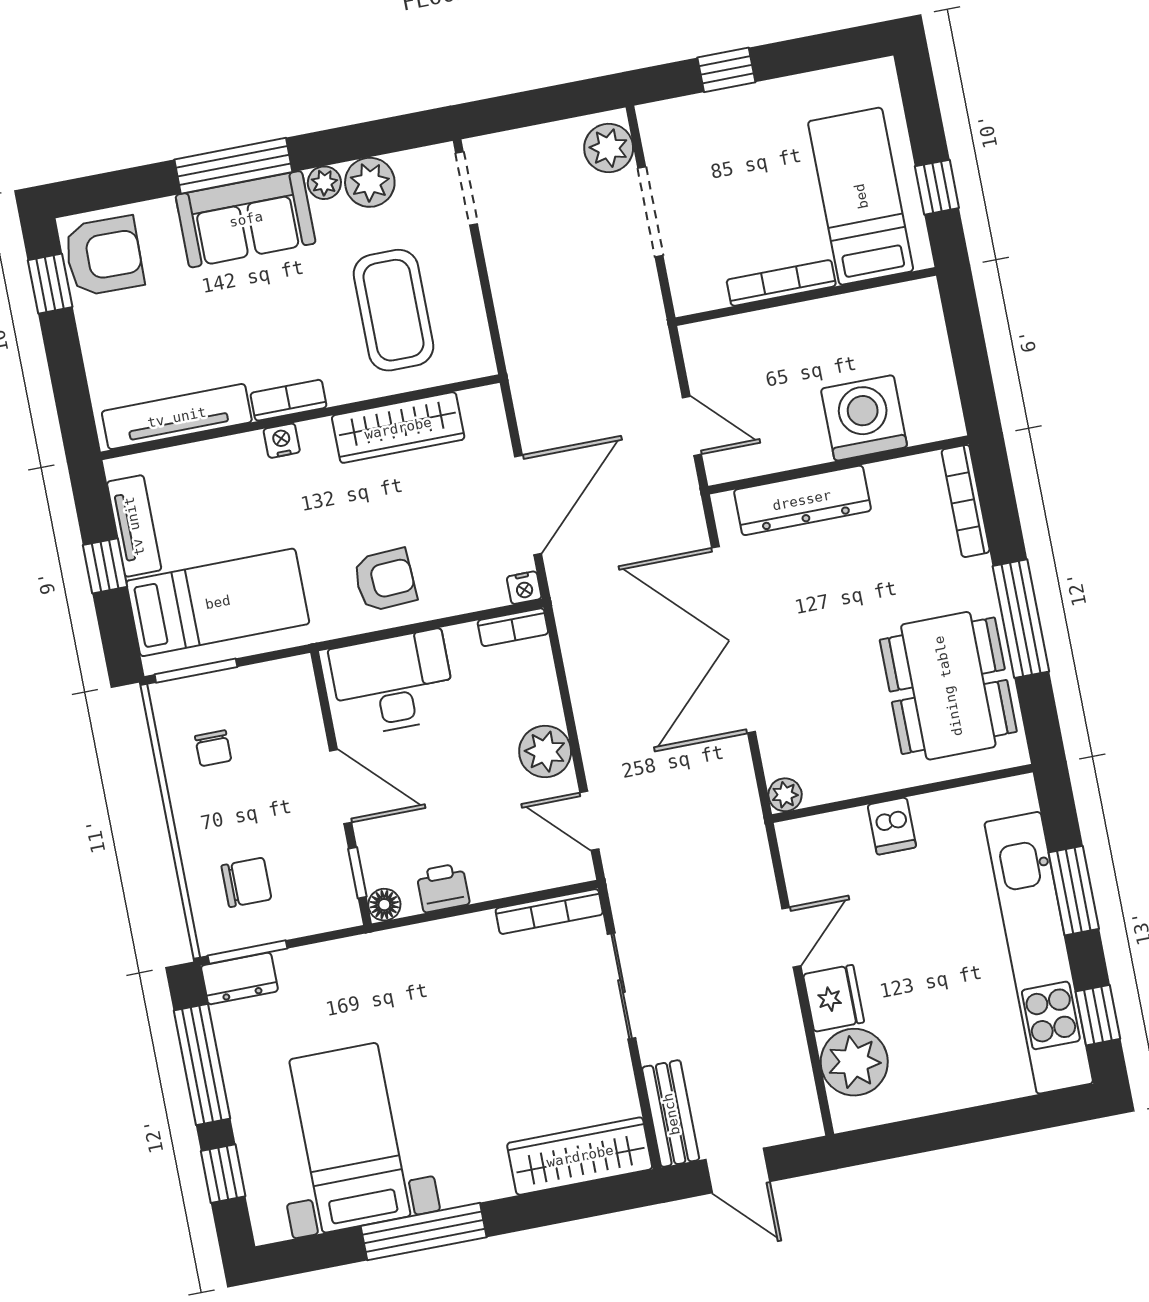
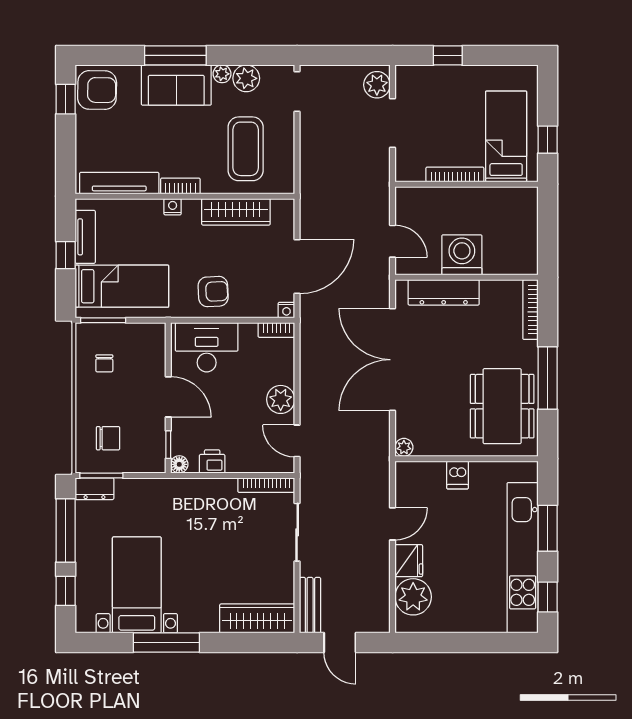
washing machine: (864, 418) -> (462, 255), moved

